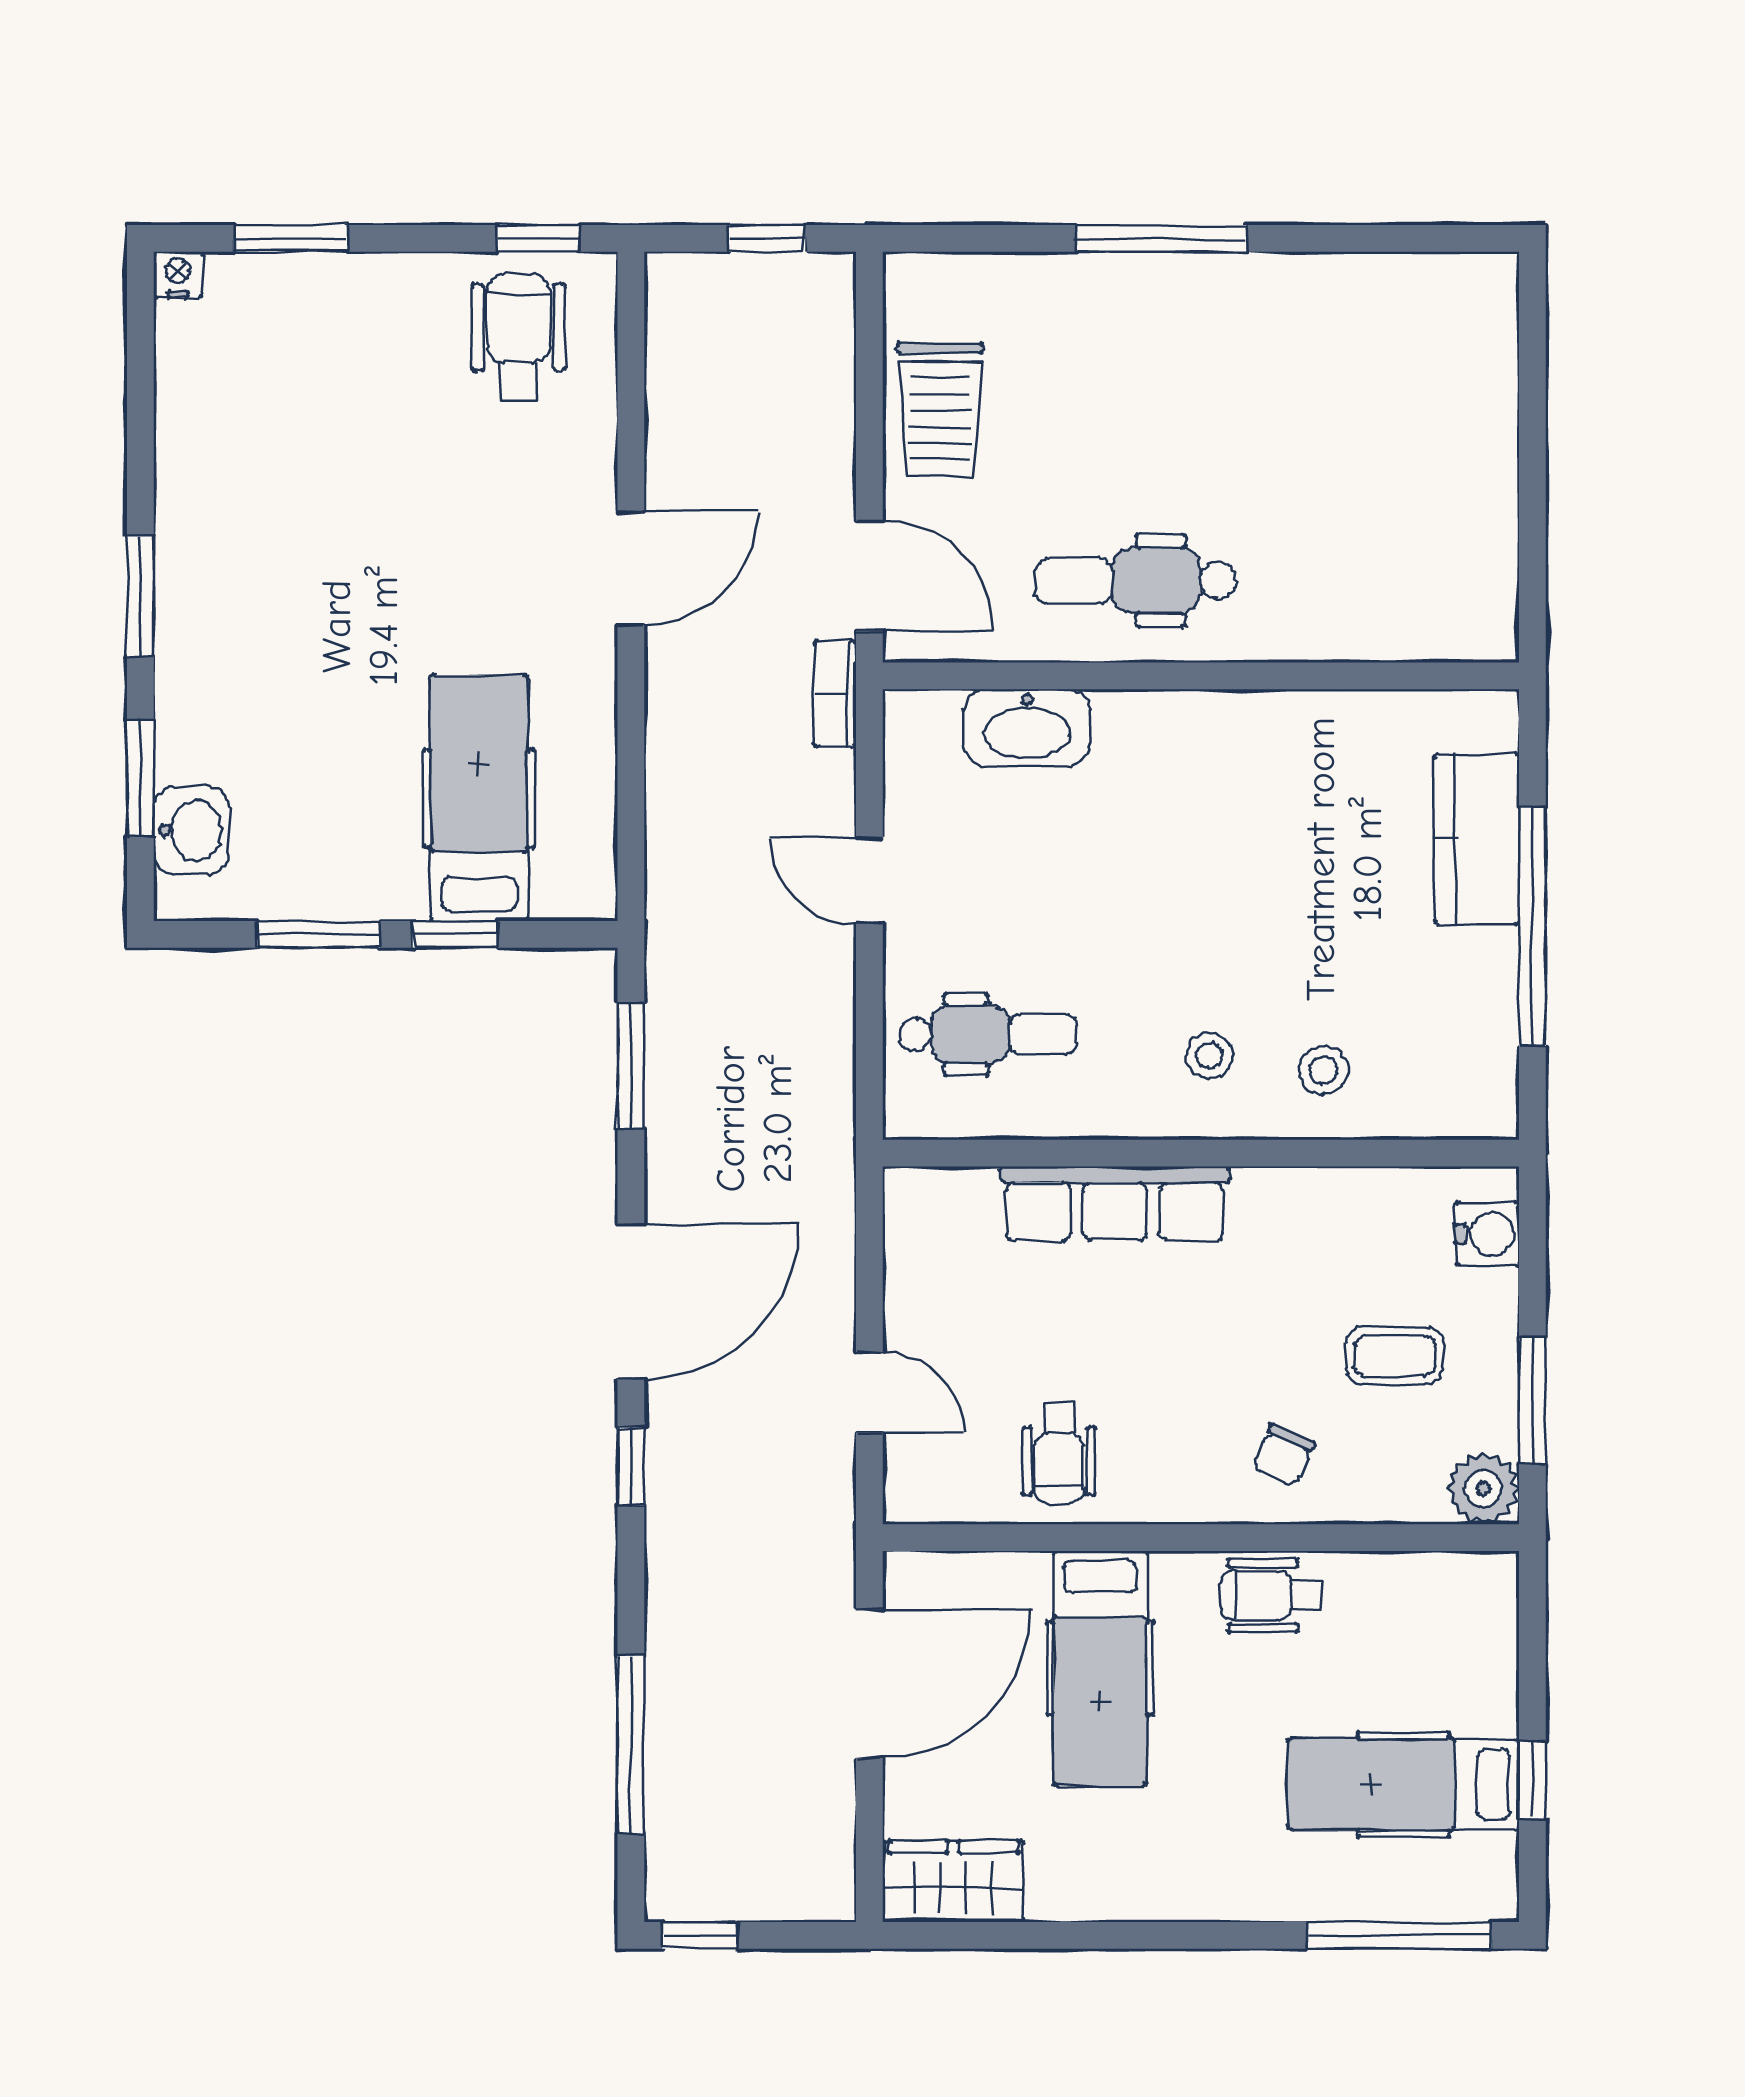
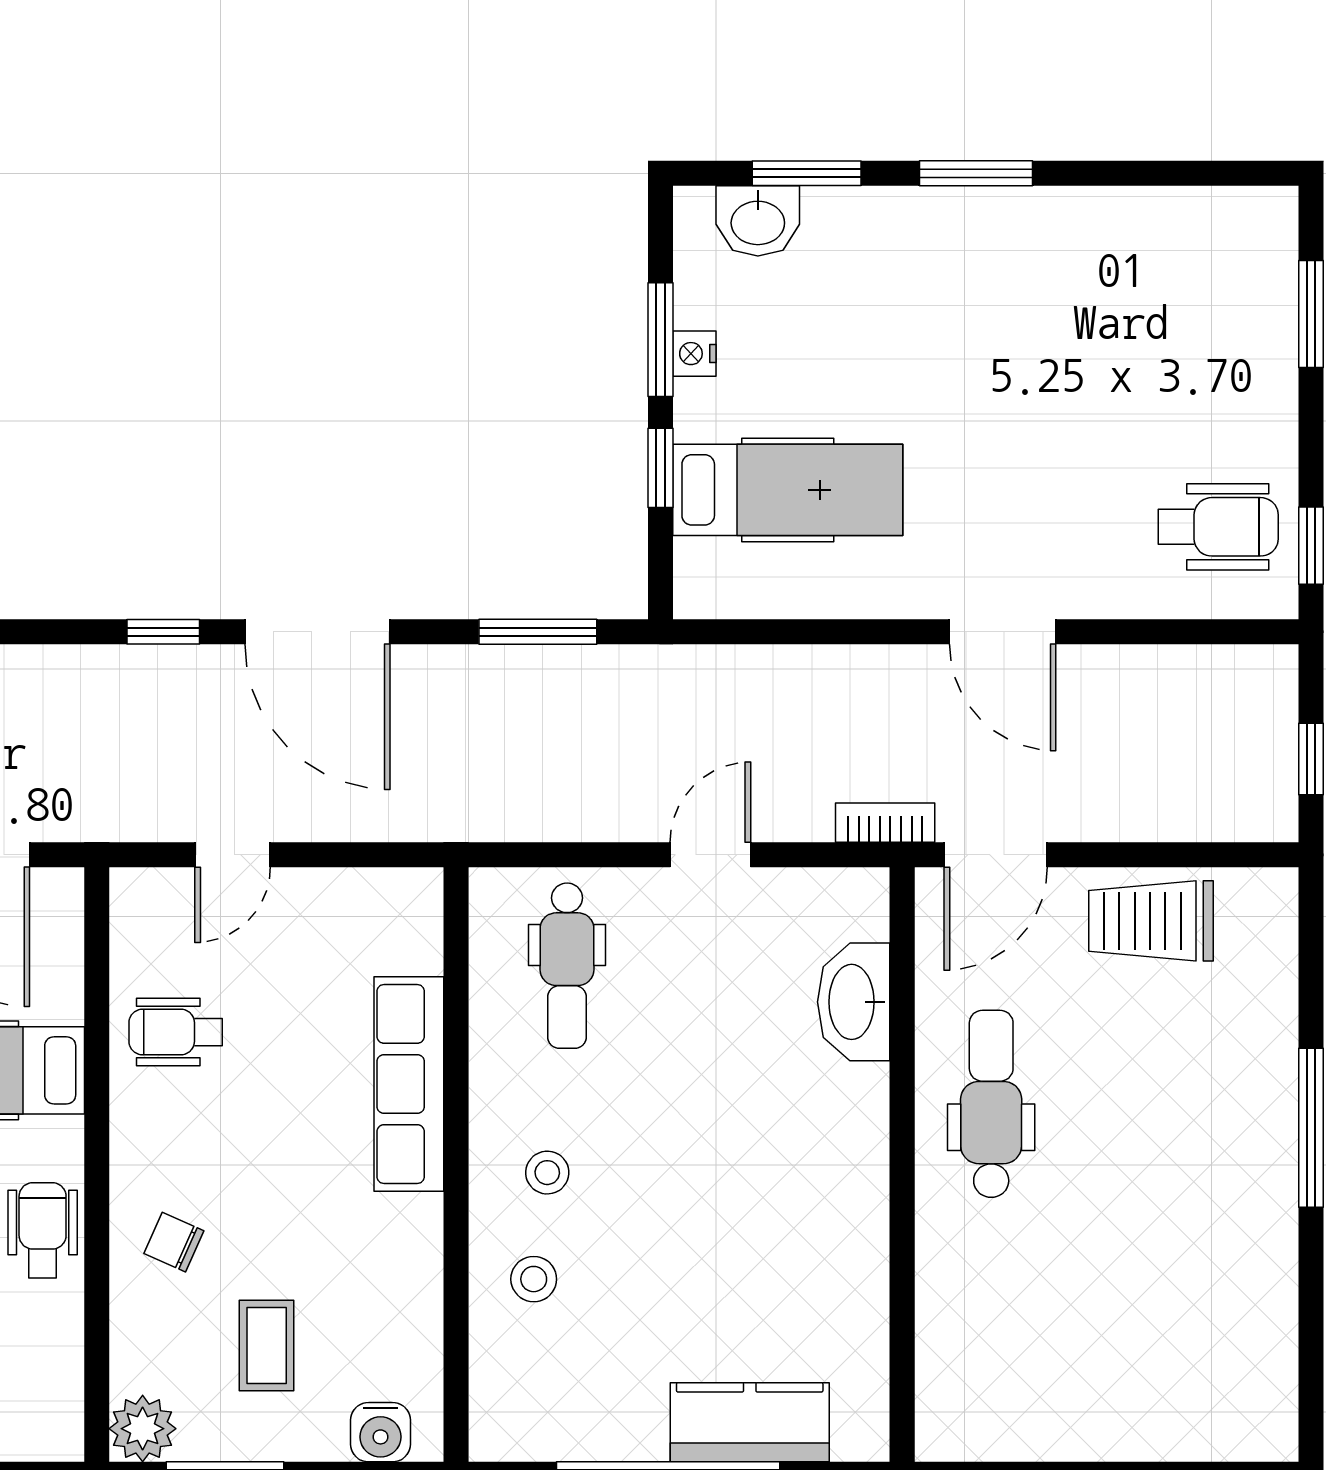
nightstand: (178, 275) -> (694, 354), moved, turned 180

